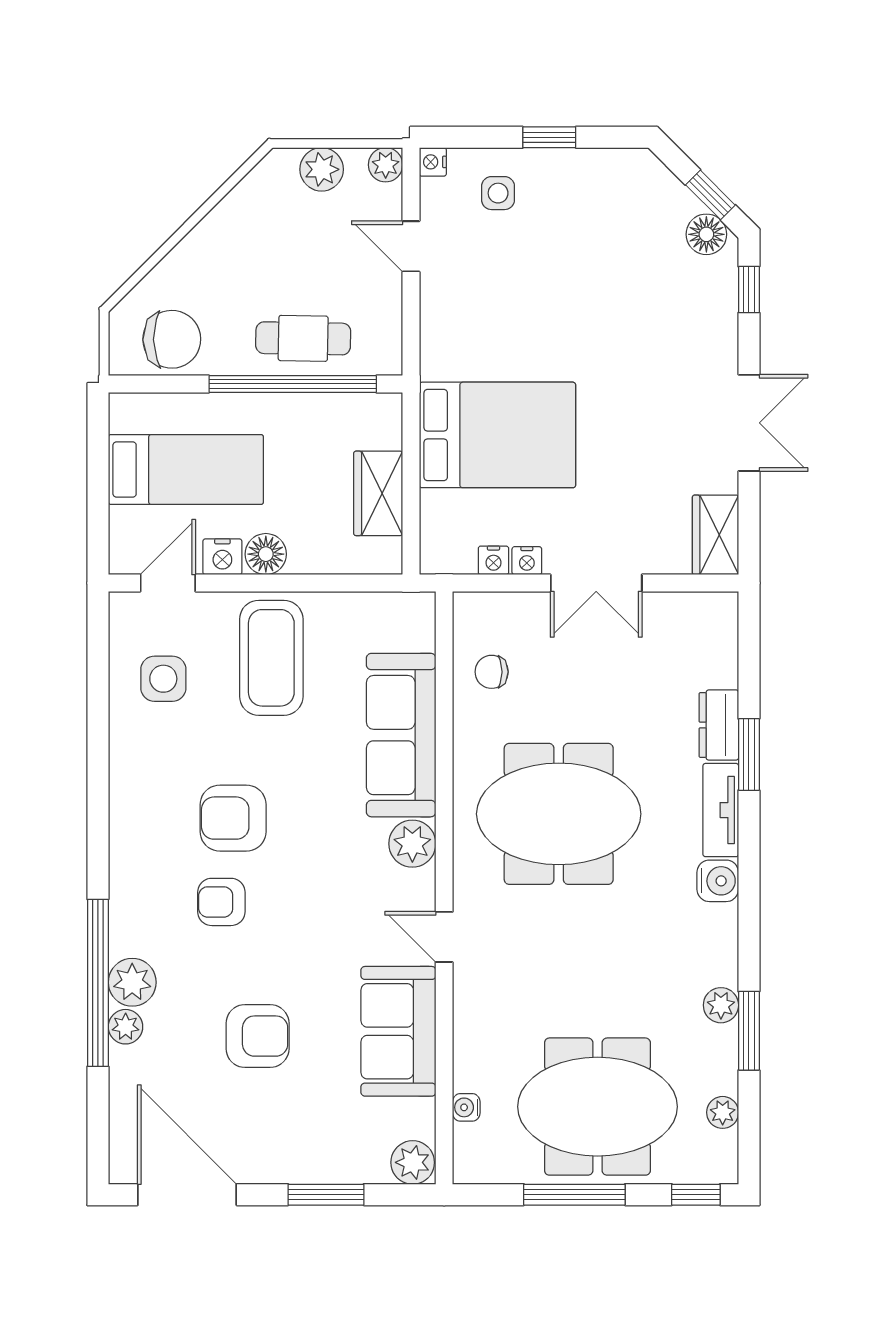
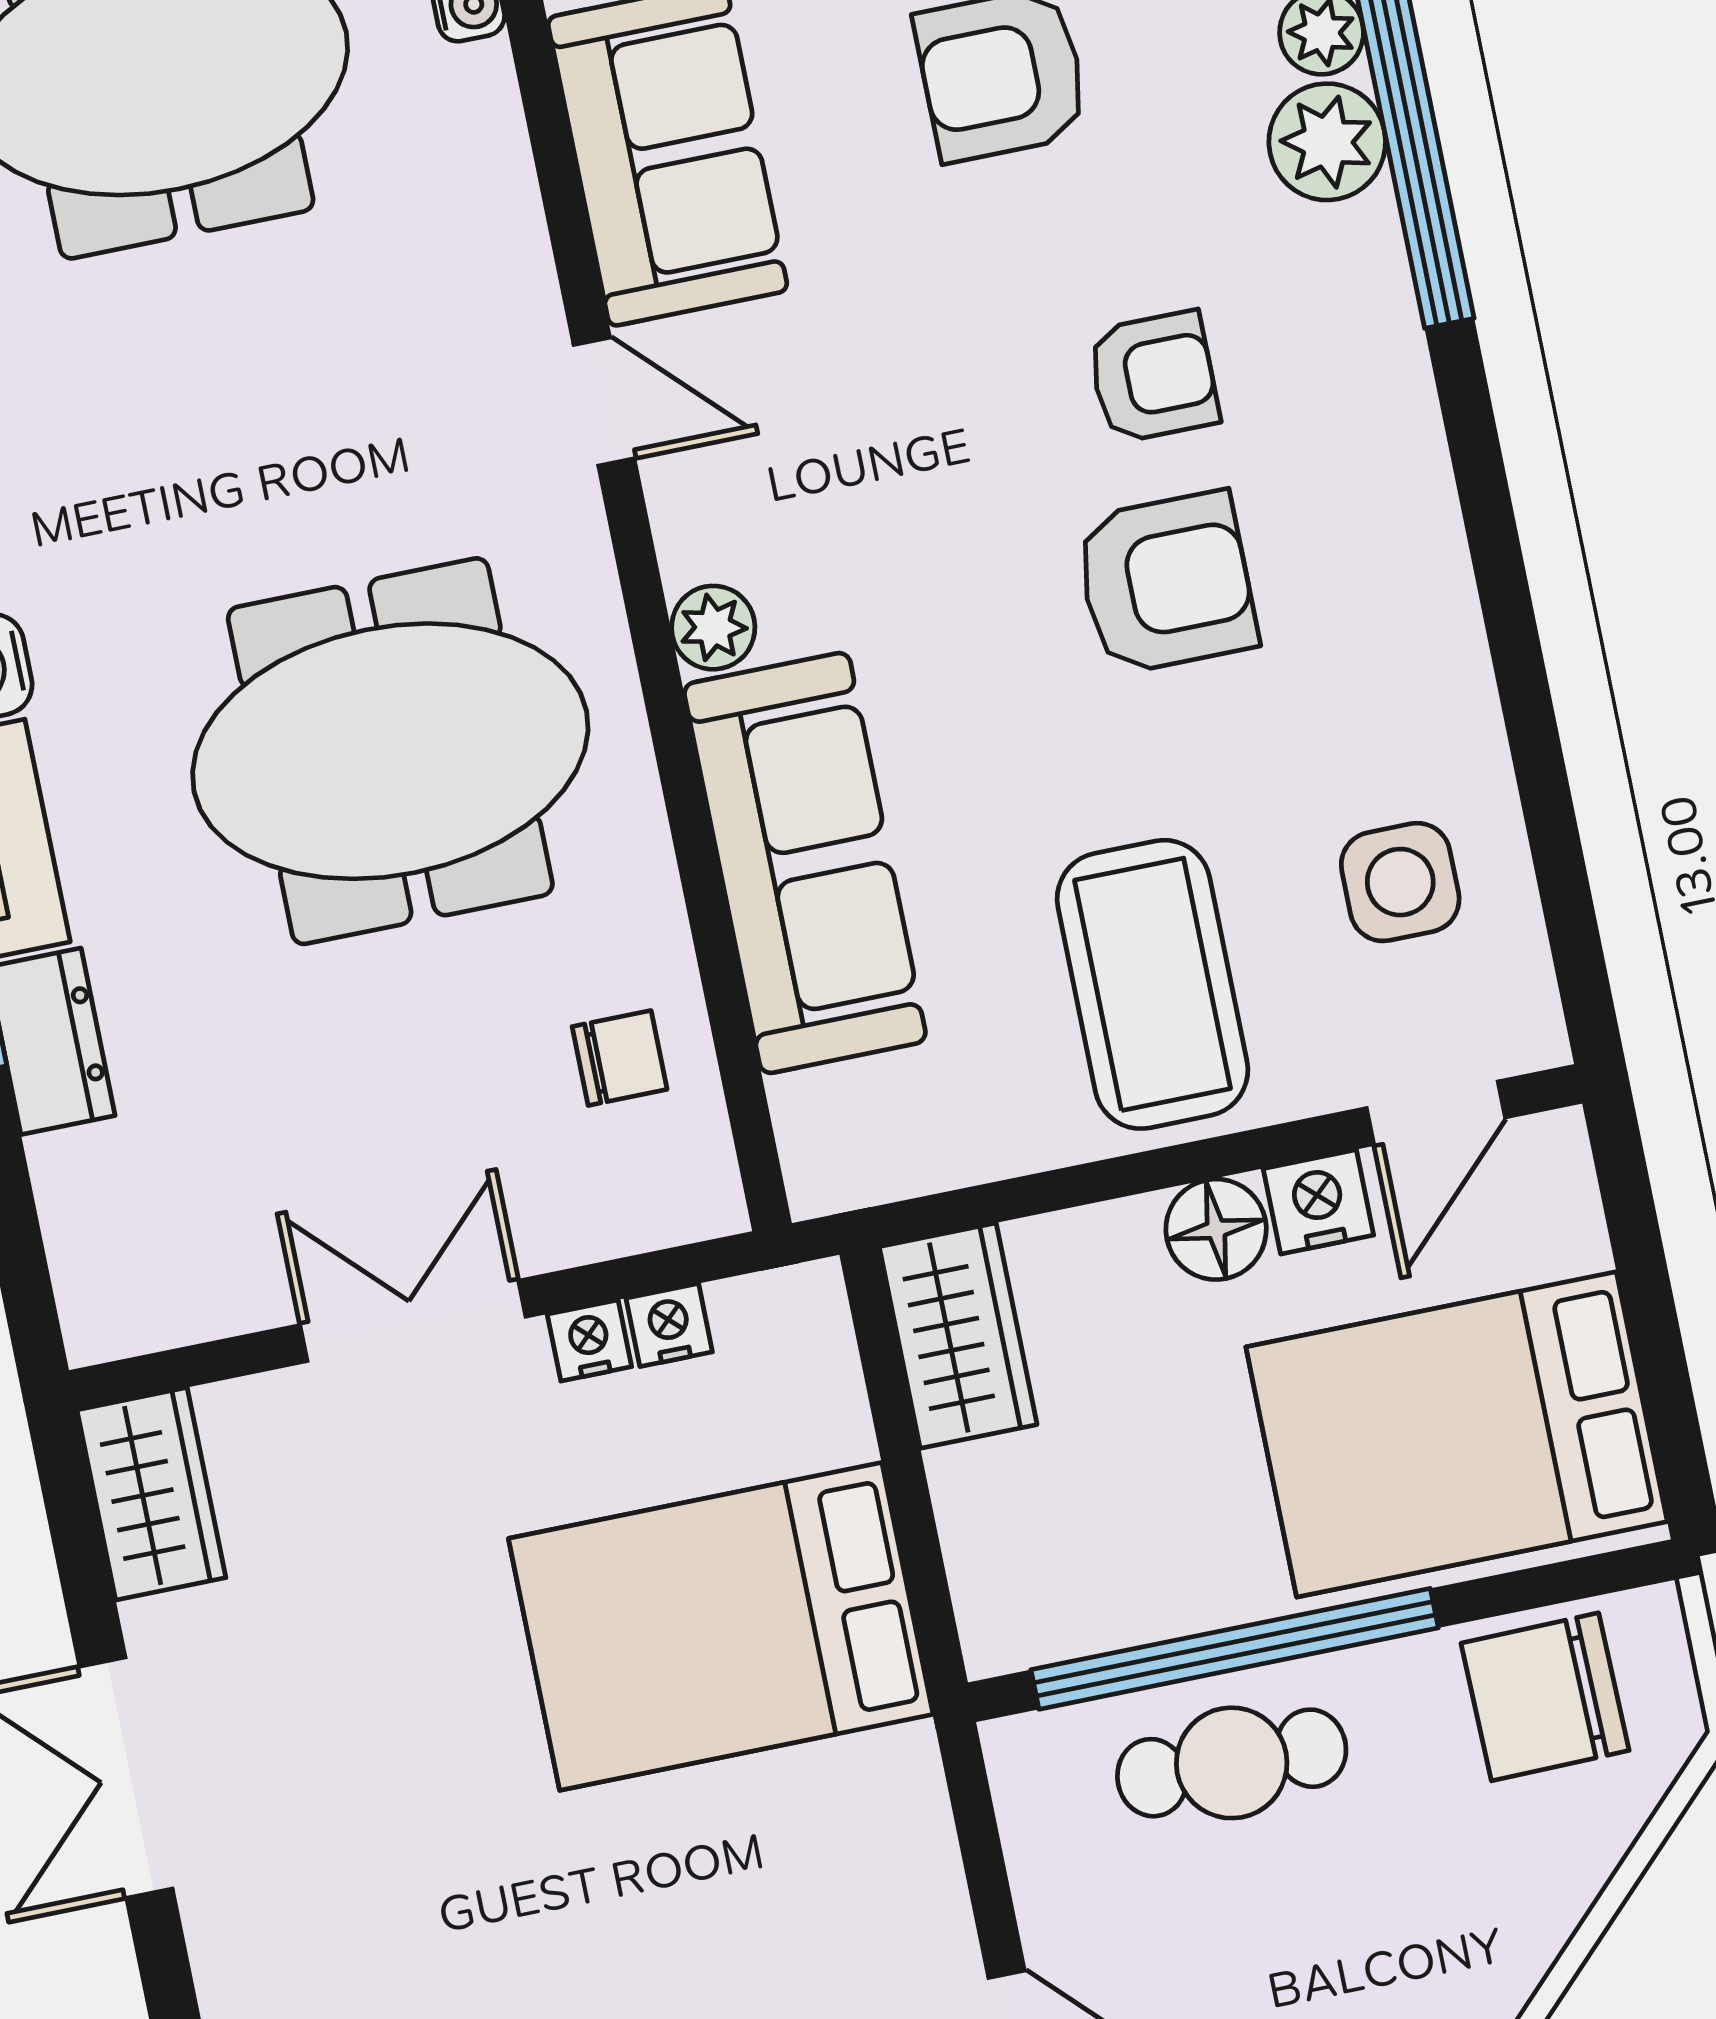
bed: (186, 470) -> (1457, 1434), width x1.50
wardrobe: (378, 493) -> (958, 1336), moved
plant: (412, 844) -> (713, 628), width x0.73, depth x0.73

